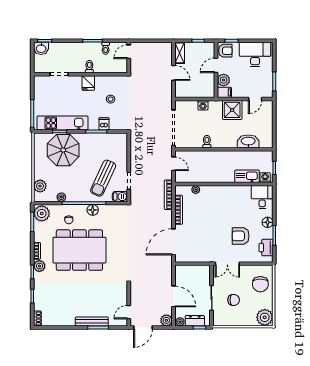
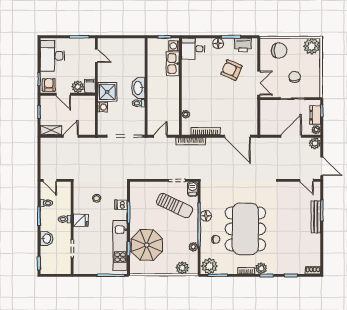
washbasin: (41, 48) -> (46, 239), moved
shower: (232, 110) -> (107, 92), moved
washbasin: (248, 141) -> (138, 88), moved
armchair: (241, 236) -> (231, 70), turned 114

